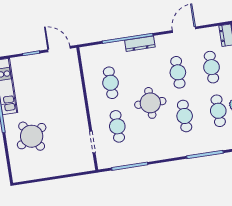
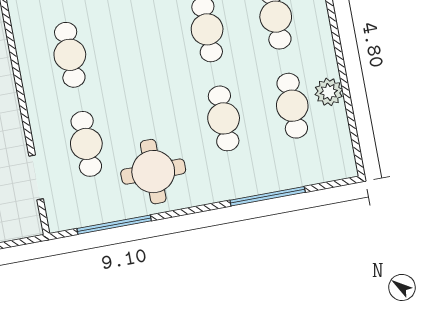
round table: (150, 103) -> (153, 172), moved

